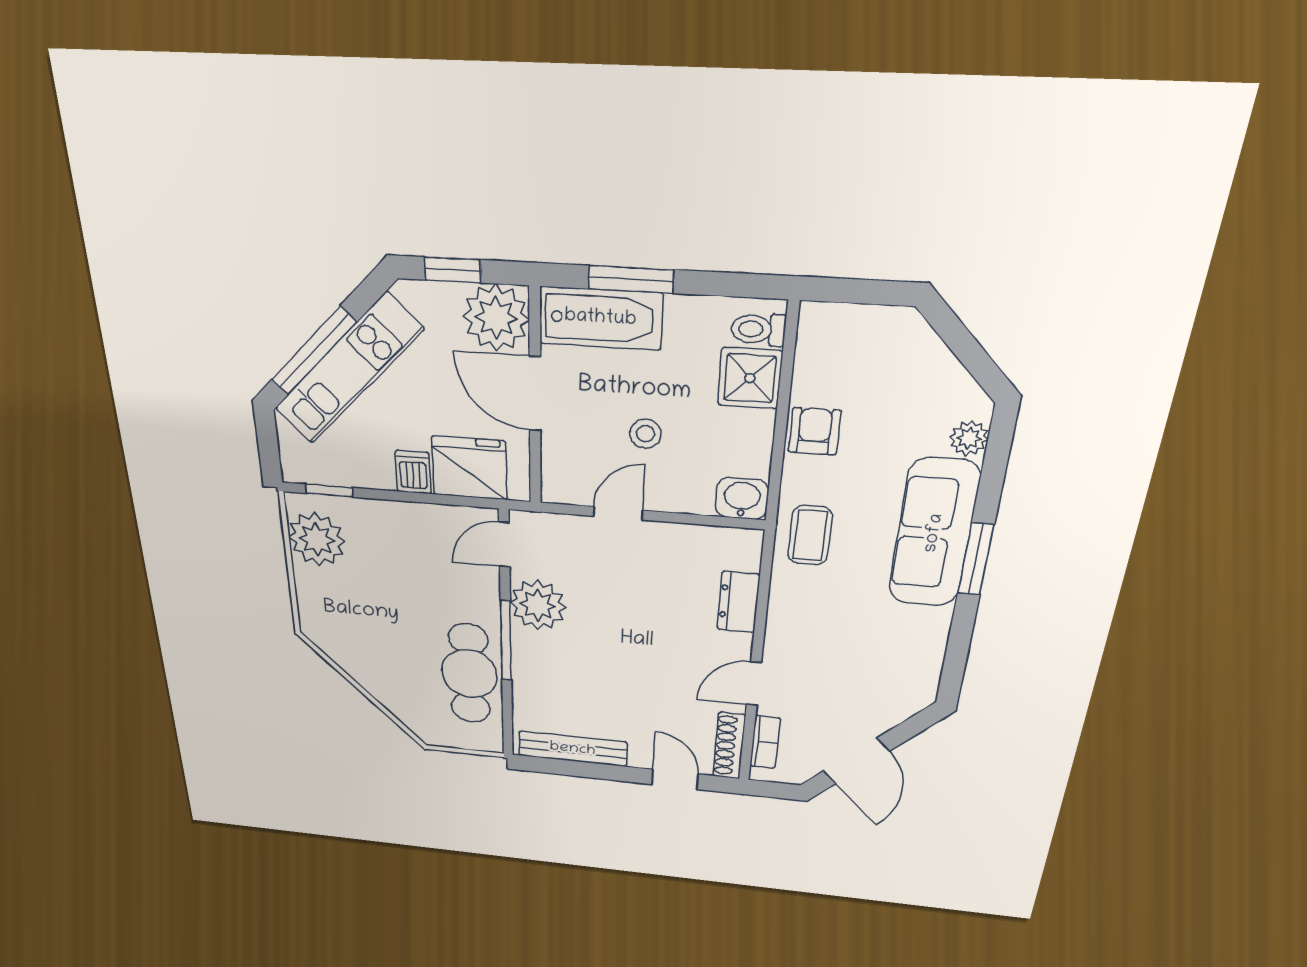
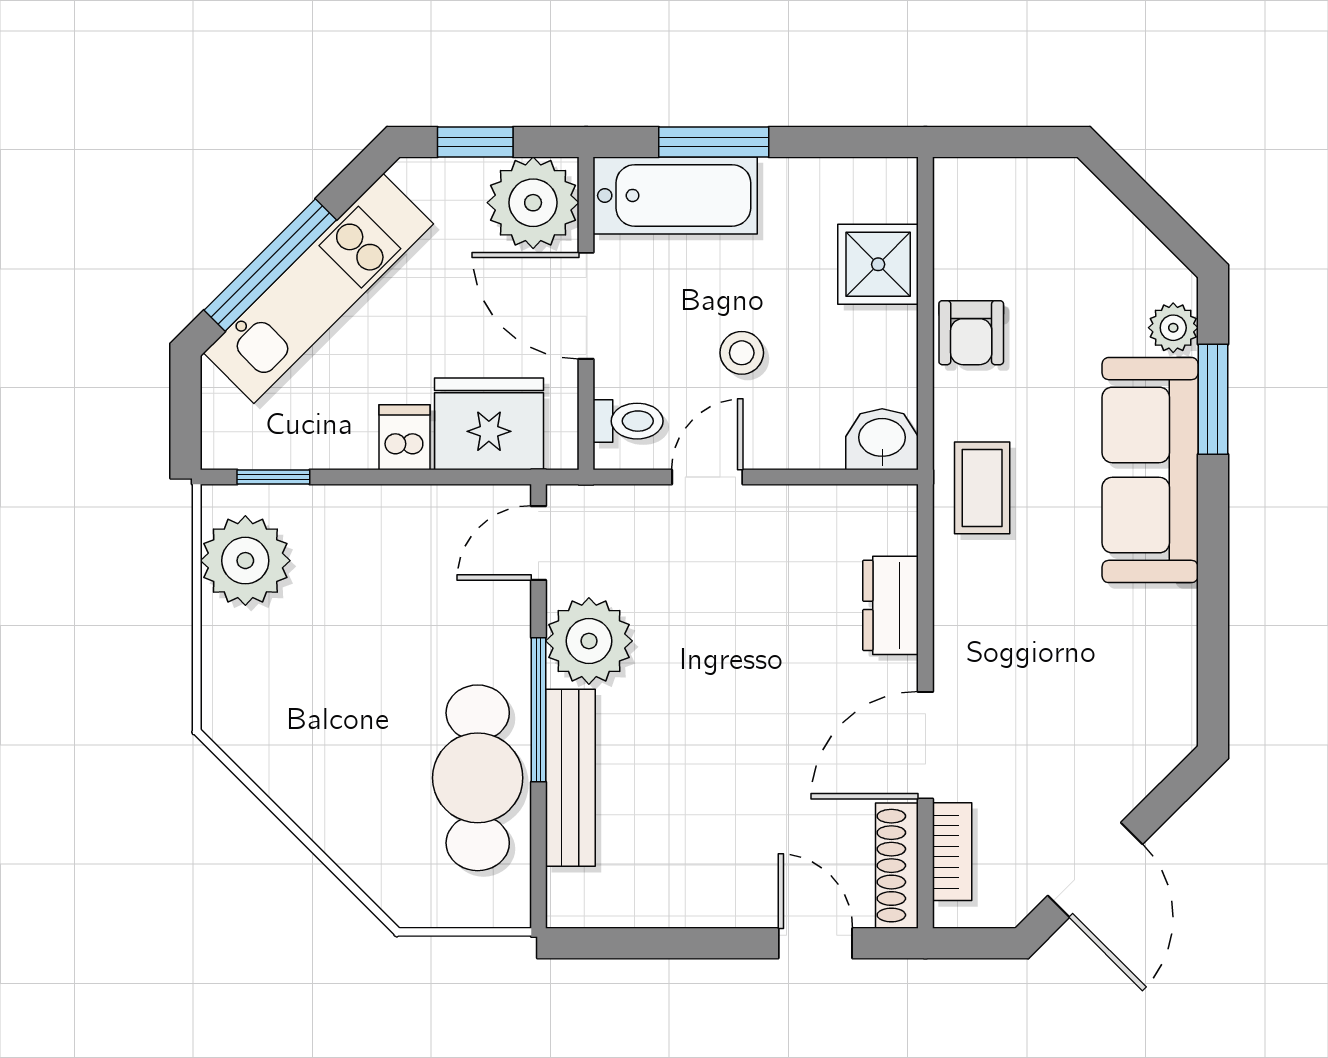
toilet: (758, 329) -> (628, 421), moved, turned 180
armchair: (815, 431) -> (971, 333), turned 180
window: (976, 559) -> (1213, 399), moved
door: (754, 684) -> (925, 745), width x1.38
bench: (573, 749) -> (570, 778), moved, turned 90

